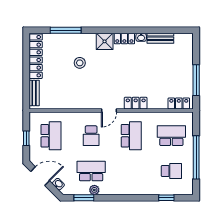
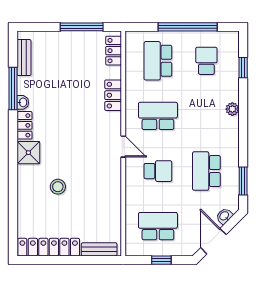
window: (66, 30) -> (13, 88), moved
bench: (160, 38) -> (24, 58), moved
locker: (136, 103) -> (113, 95), moved
plant: (94, 190) -> (232, 109), moved

